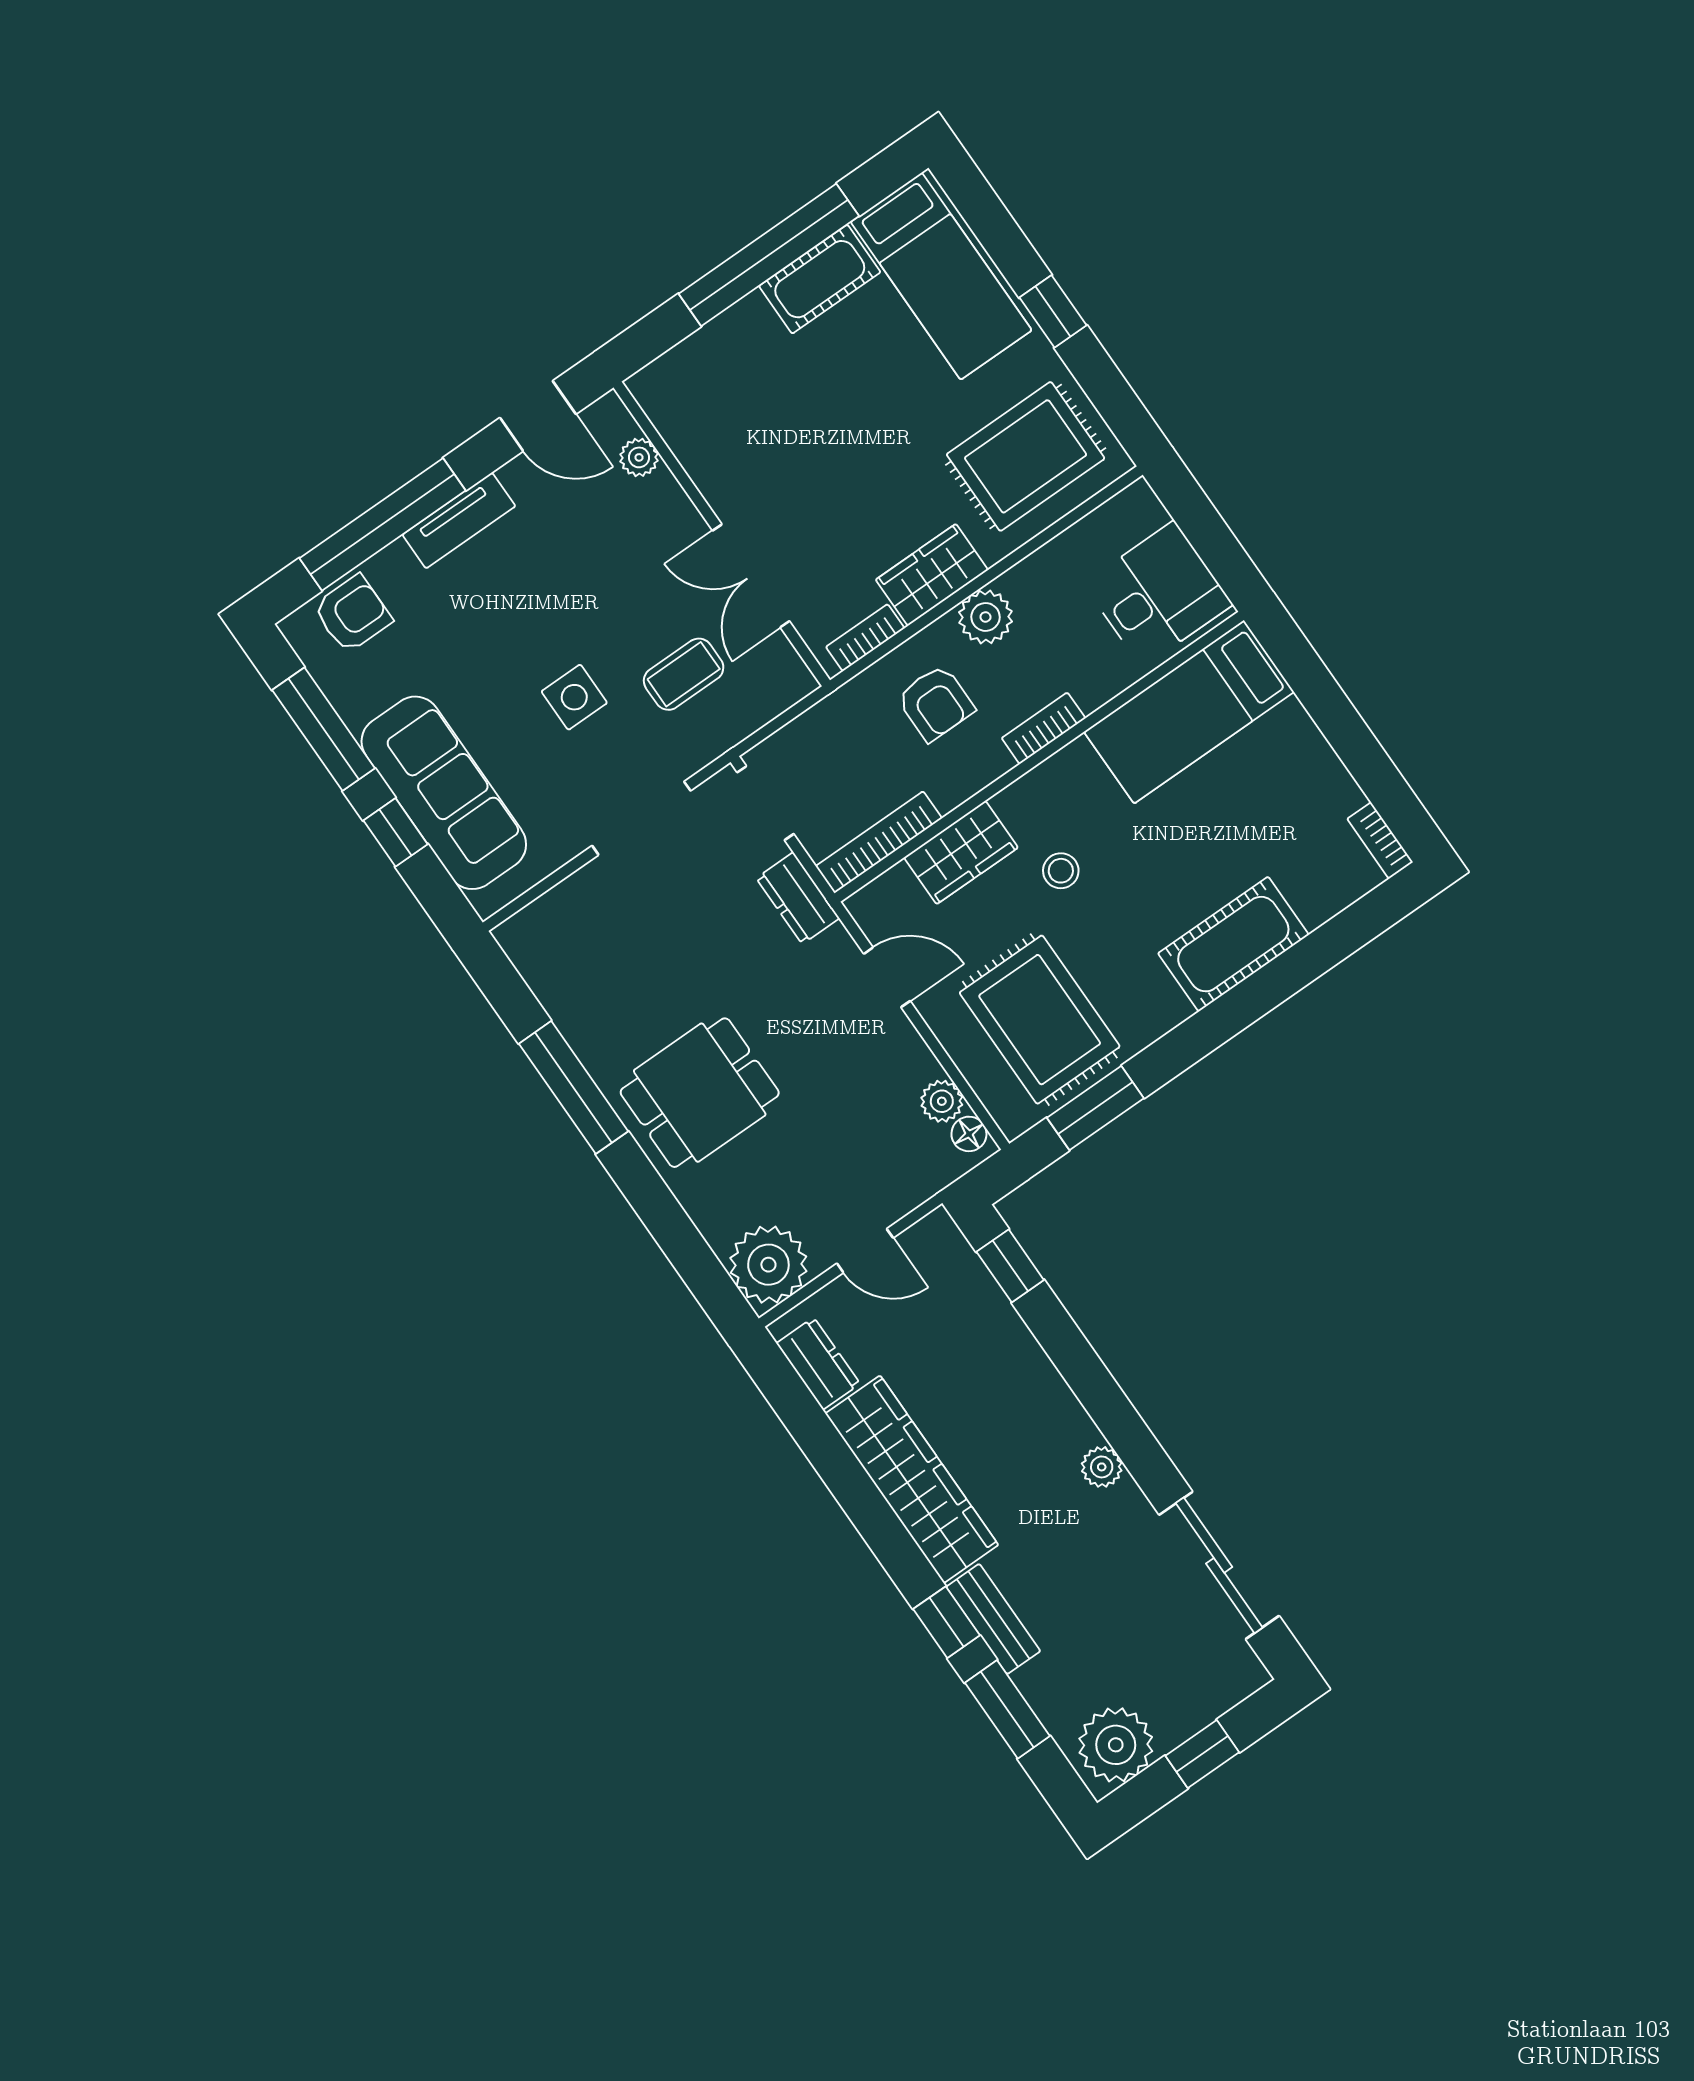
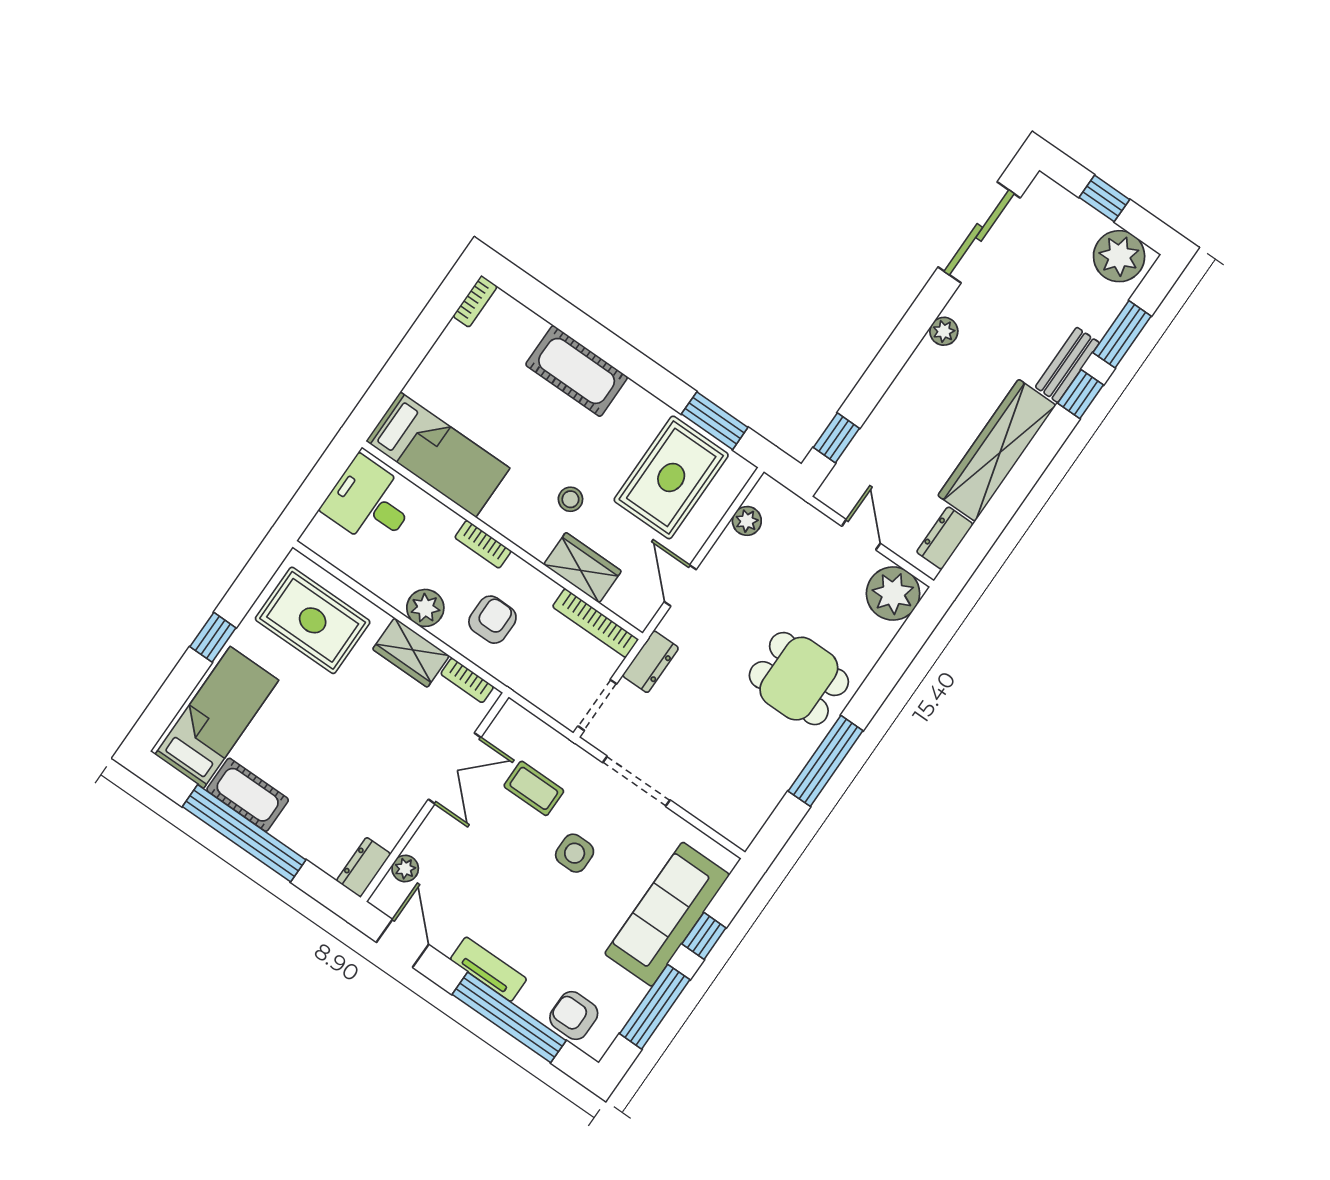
dresser: (662, 401) -> (364, 867), added
floor lamp: (969, 1134) -> (761, 496), removed

